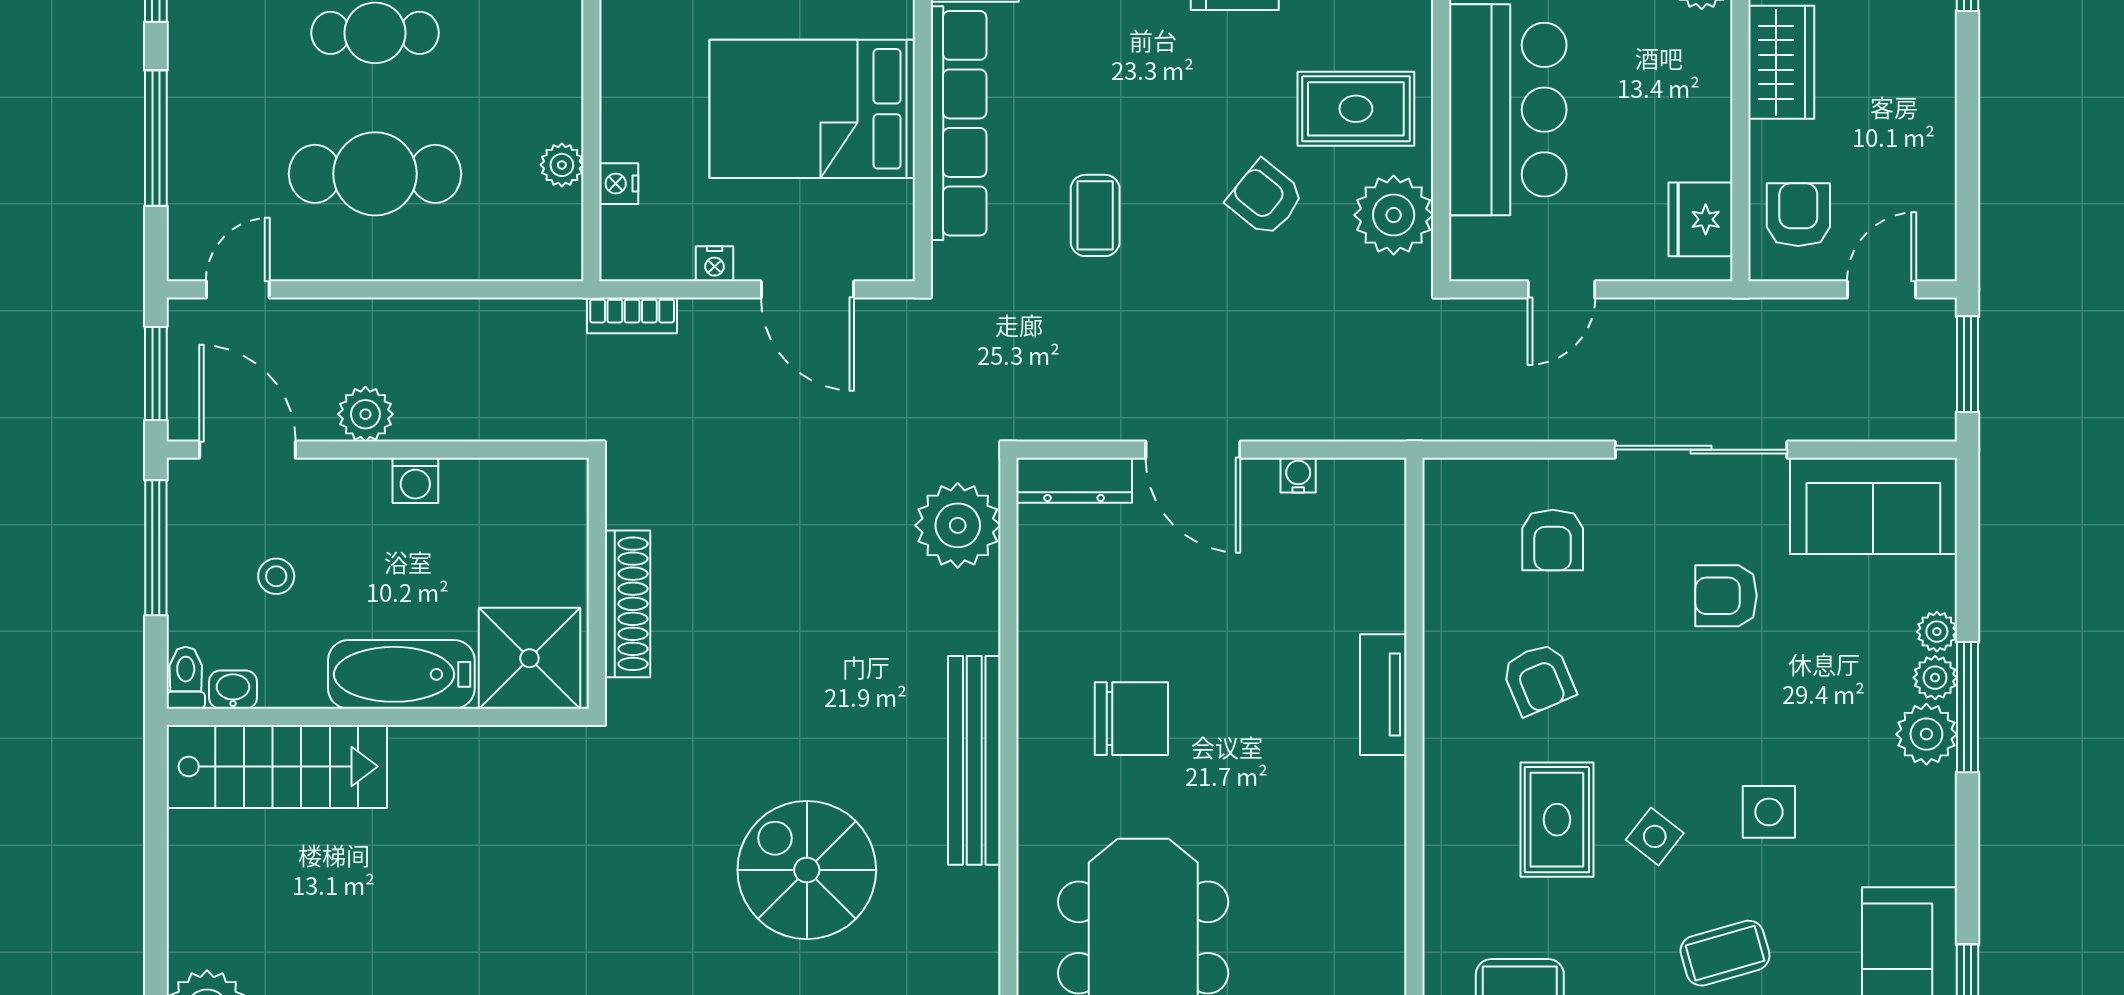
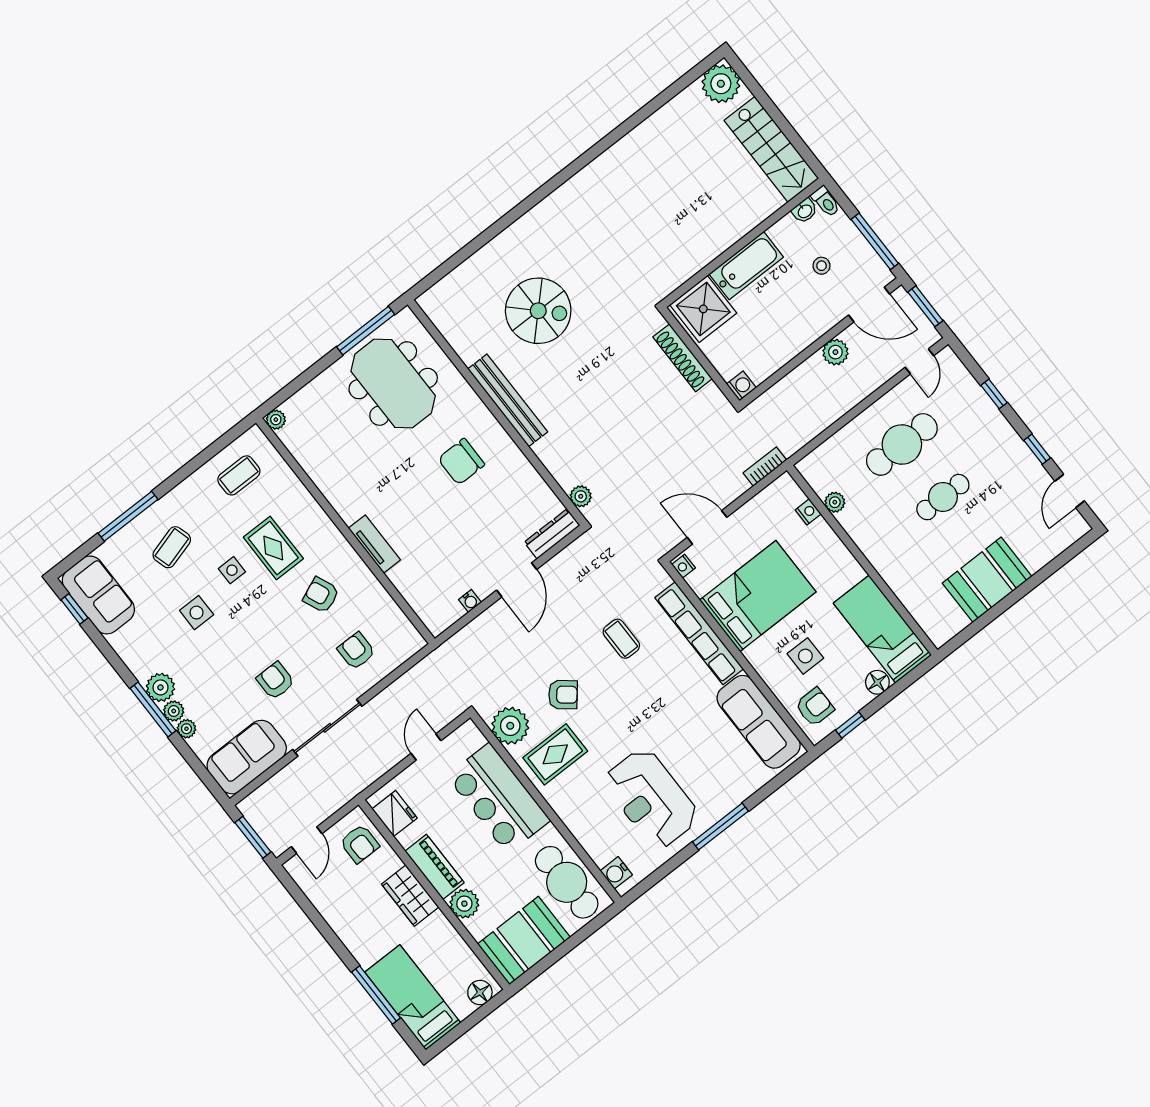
piano: (1703, 78) -> (435, 867), added
window: (156, 138) -> (994, 394), width x0.46
nightstand: (715, 264) -> (684, 566), moved, turned -90
door: (1193, 450) -> (517, 580), swing flipped
washing machine: (415, 480) -> (741, 386), moved, turned 90
plant: (958, 525) -> (581, 496), width x0.53, depth x0.53
armchair: (1726, 596) -> (275, 681), turned -90
stairs: (277, 766) -> (772, 149), moved, turned -90
side table: (1655, 836) -> (232, 570), turned -38

